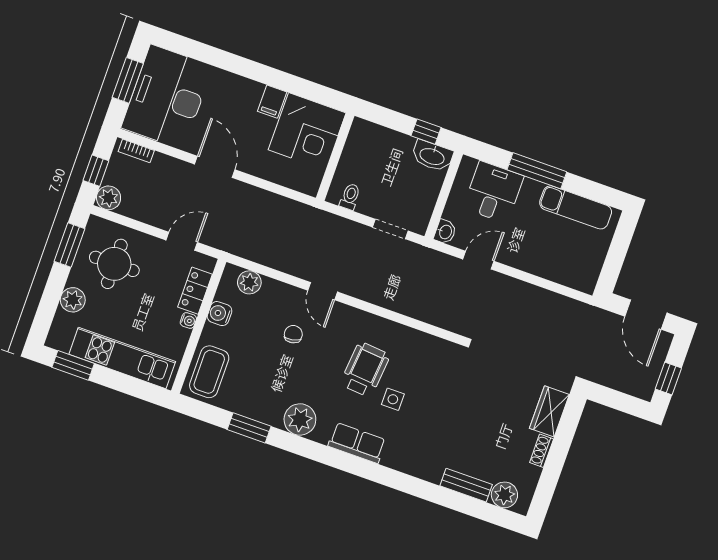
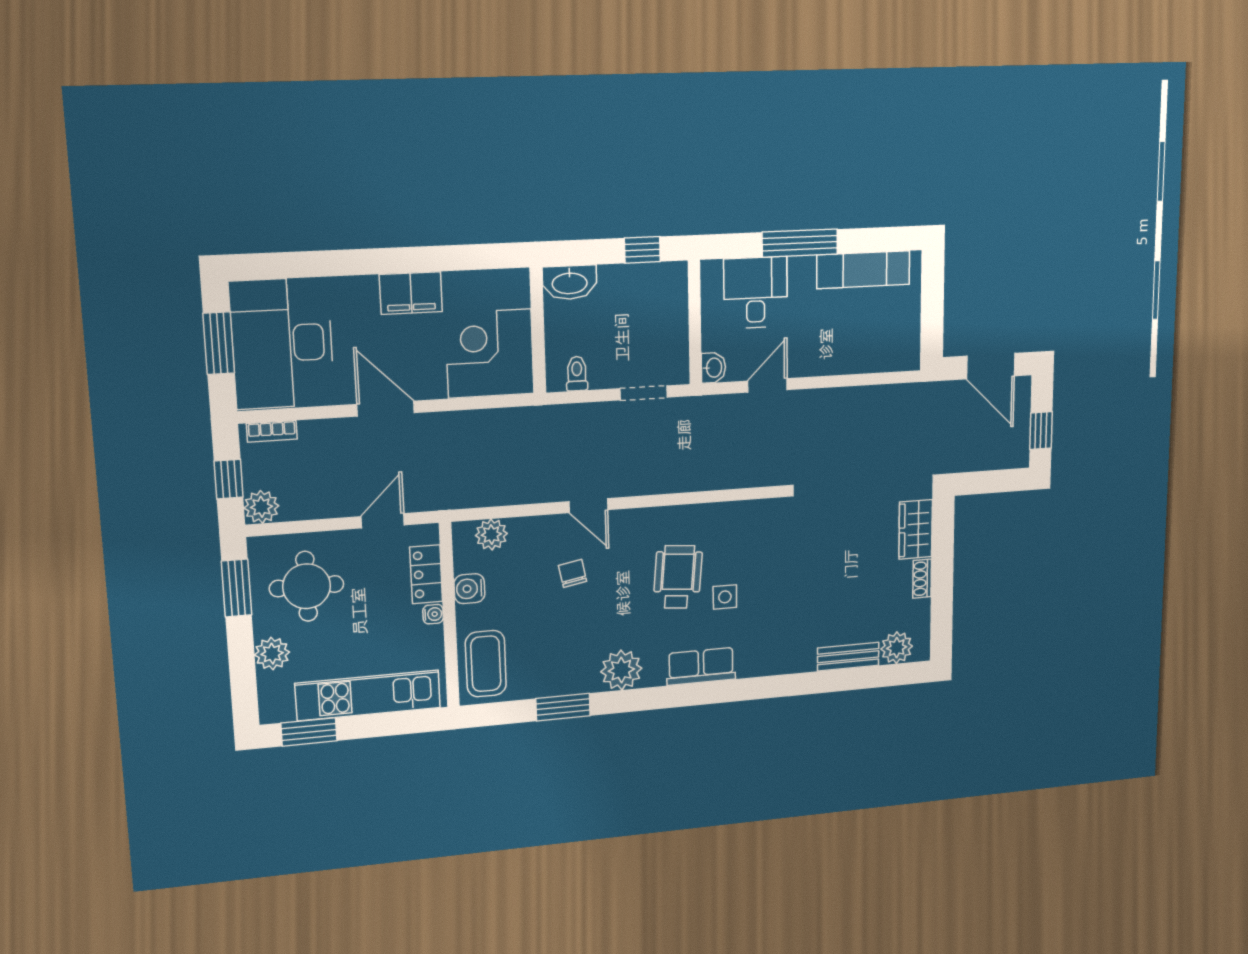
filing cabinet: (272, 102) -> (411, 293), width x2.00
corner desk: (307, 131) -> (490, 354), moved, turned 180
washbasin: (432, 156) -> (570, 282), moved

